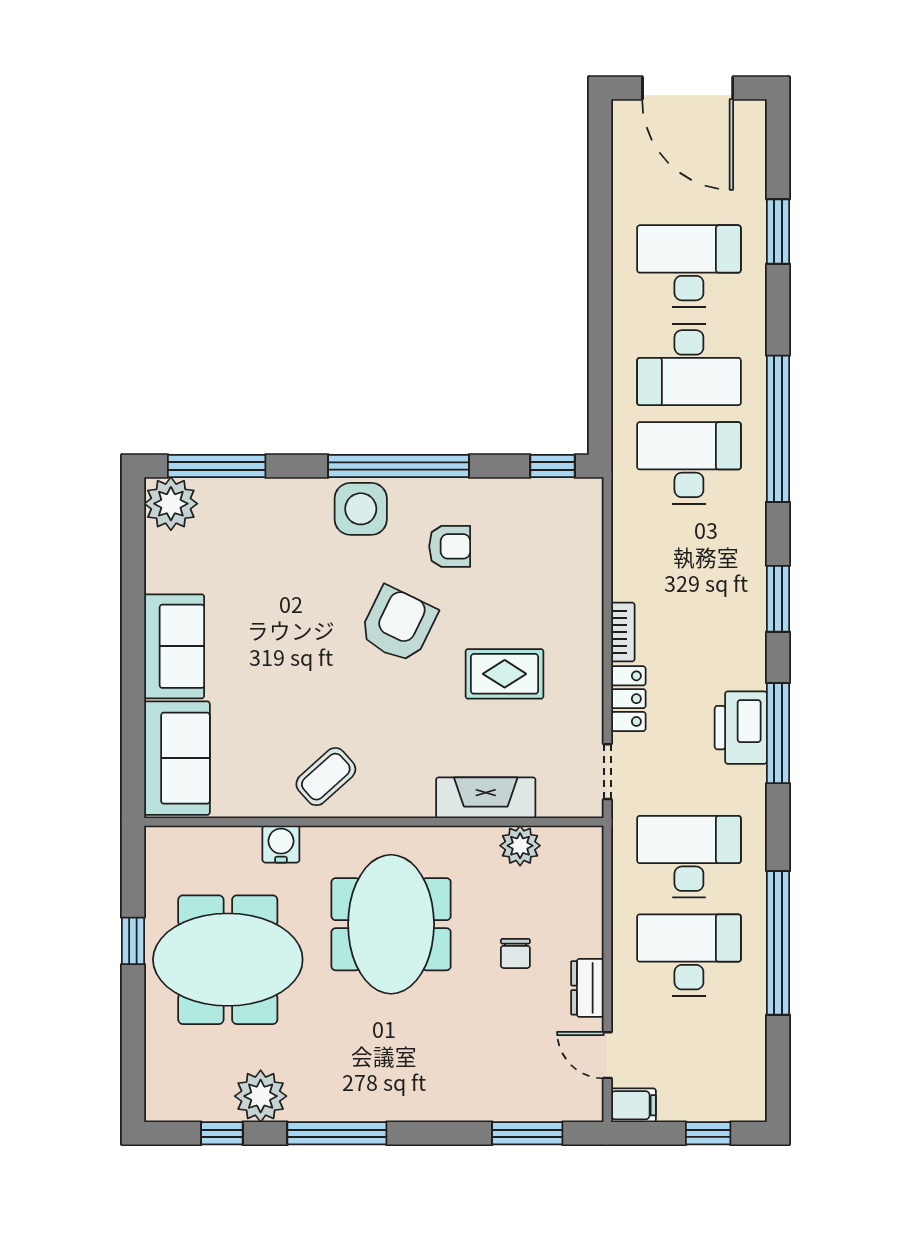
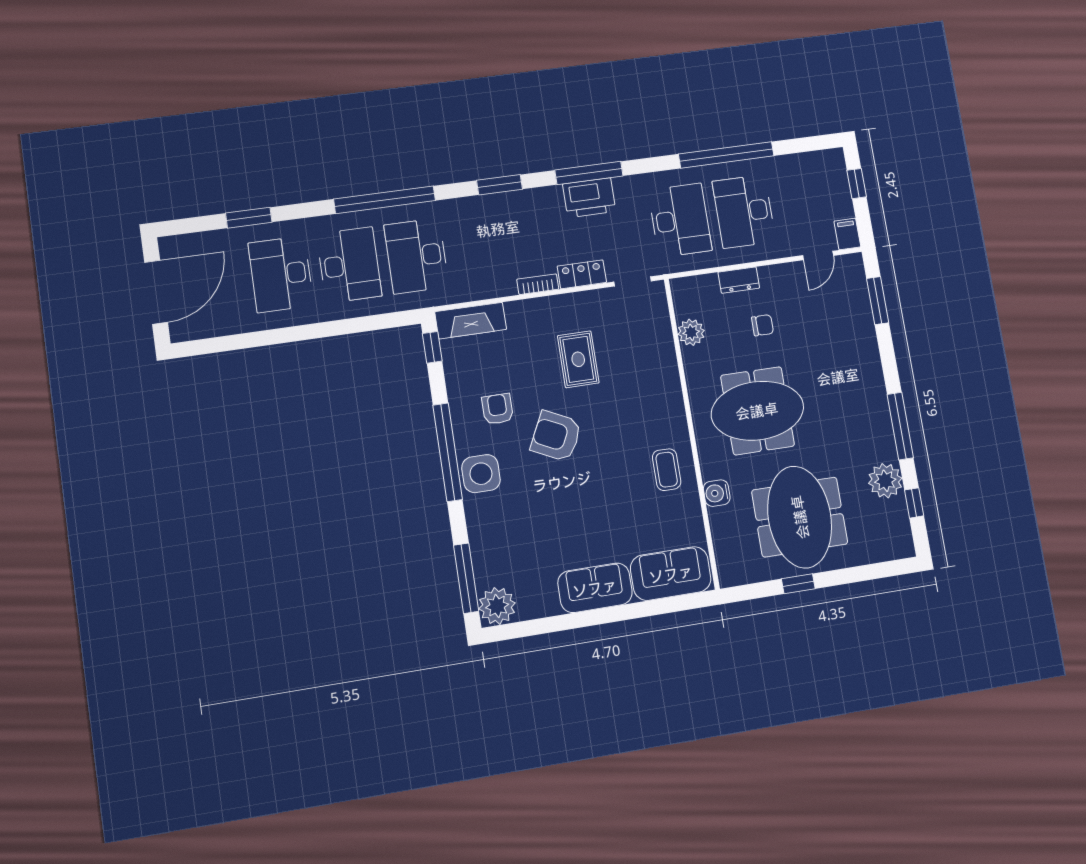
coffee table: (326, 777) -> (667, 470), turned 42
fireplace: (486, 798) -> (471, 321), moved, turned -90
desk: (689, 857) -> (680, 220), turned 180
dresser: (587, 988) -> (739, 280), moved

